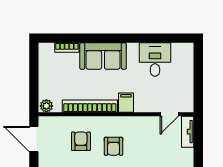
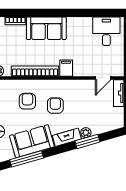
desk: (155, 60) -> (106, 31), moved
armchair: (113, 146) -> (55, 106), turned 180

